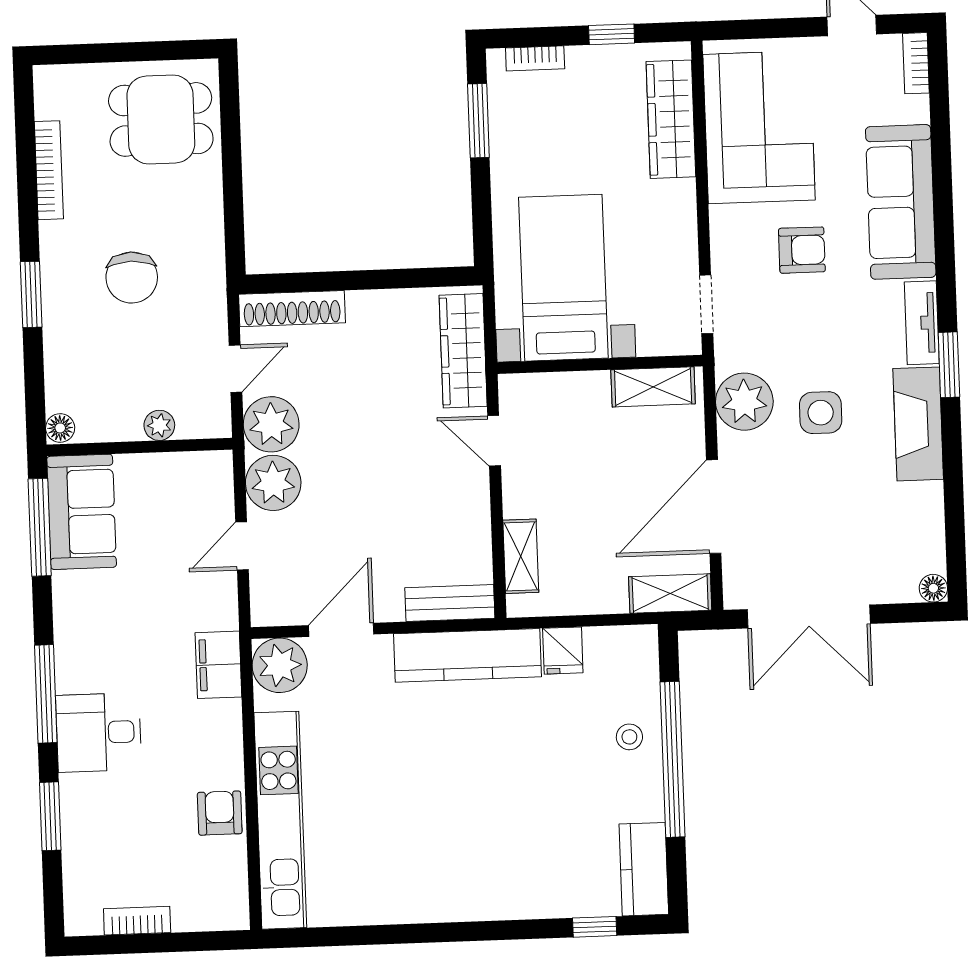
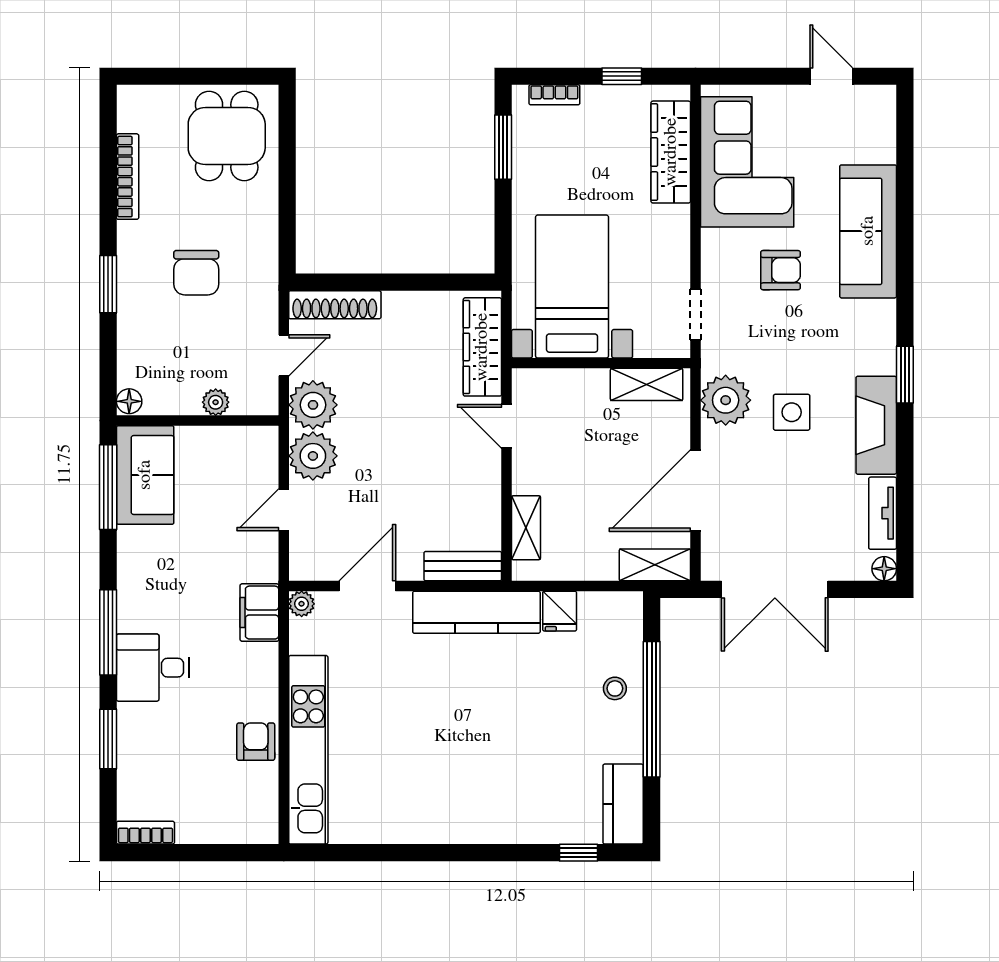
bookcase: (916, 63) -> (886, 111), removed
dining table: (161, 119) -> (227, 136), turned 90
tv unit: (922, 323) -> (883, 513), moved
plant: (280, 665) -> (302, 604), width x0.53, depth x0.53
bookcase: (137, 921) -> (145, 833), moved

